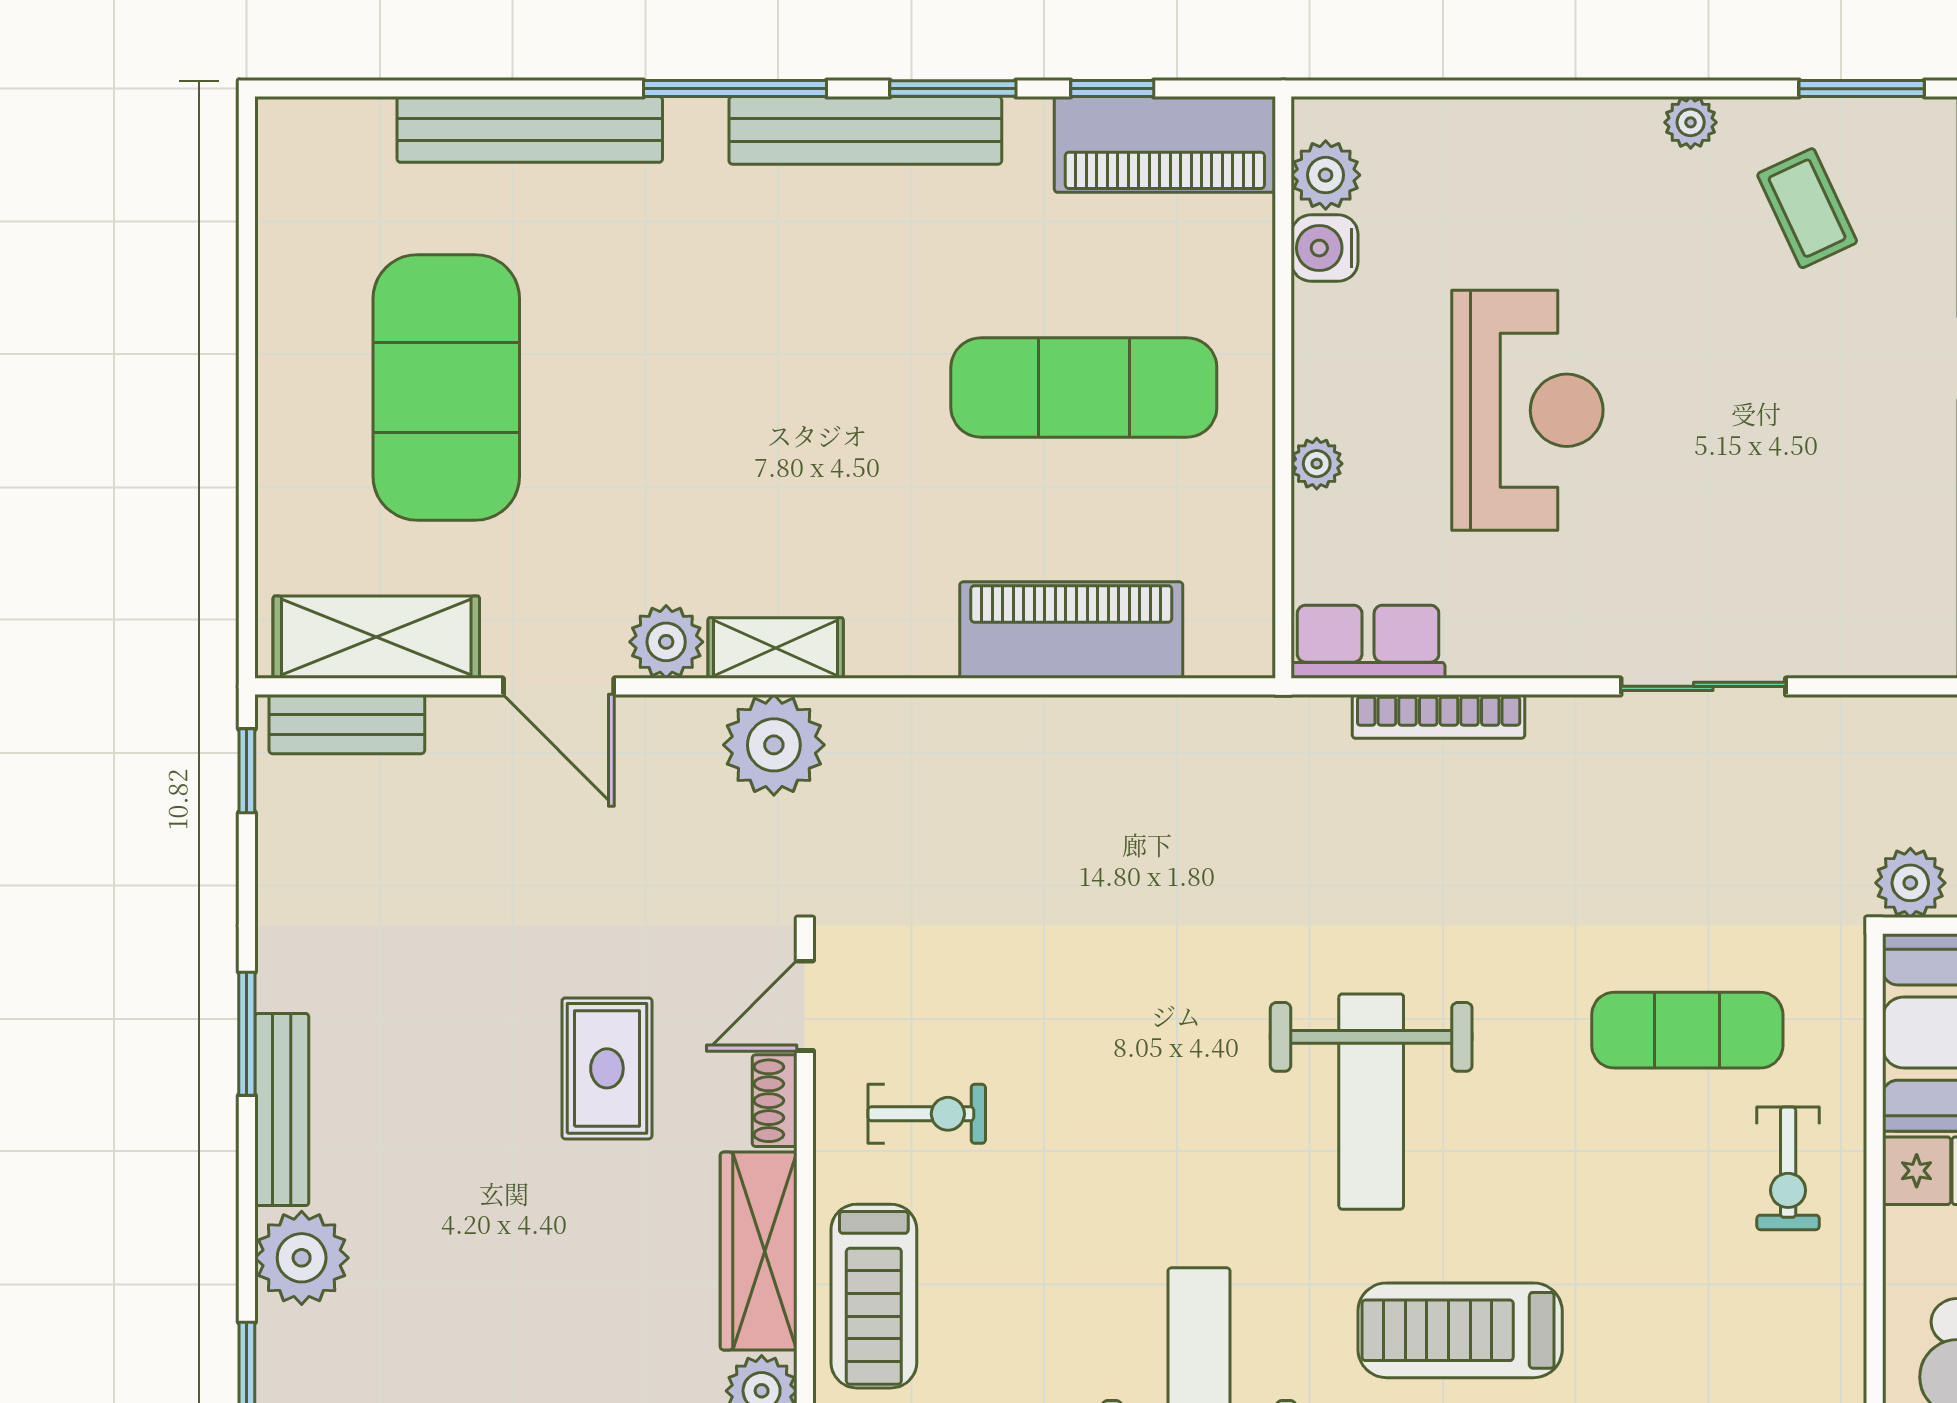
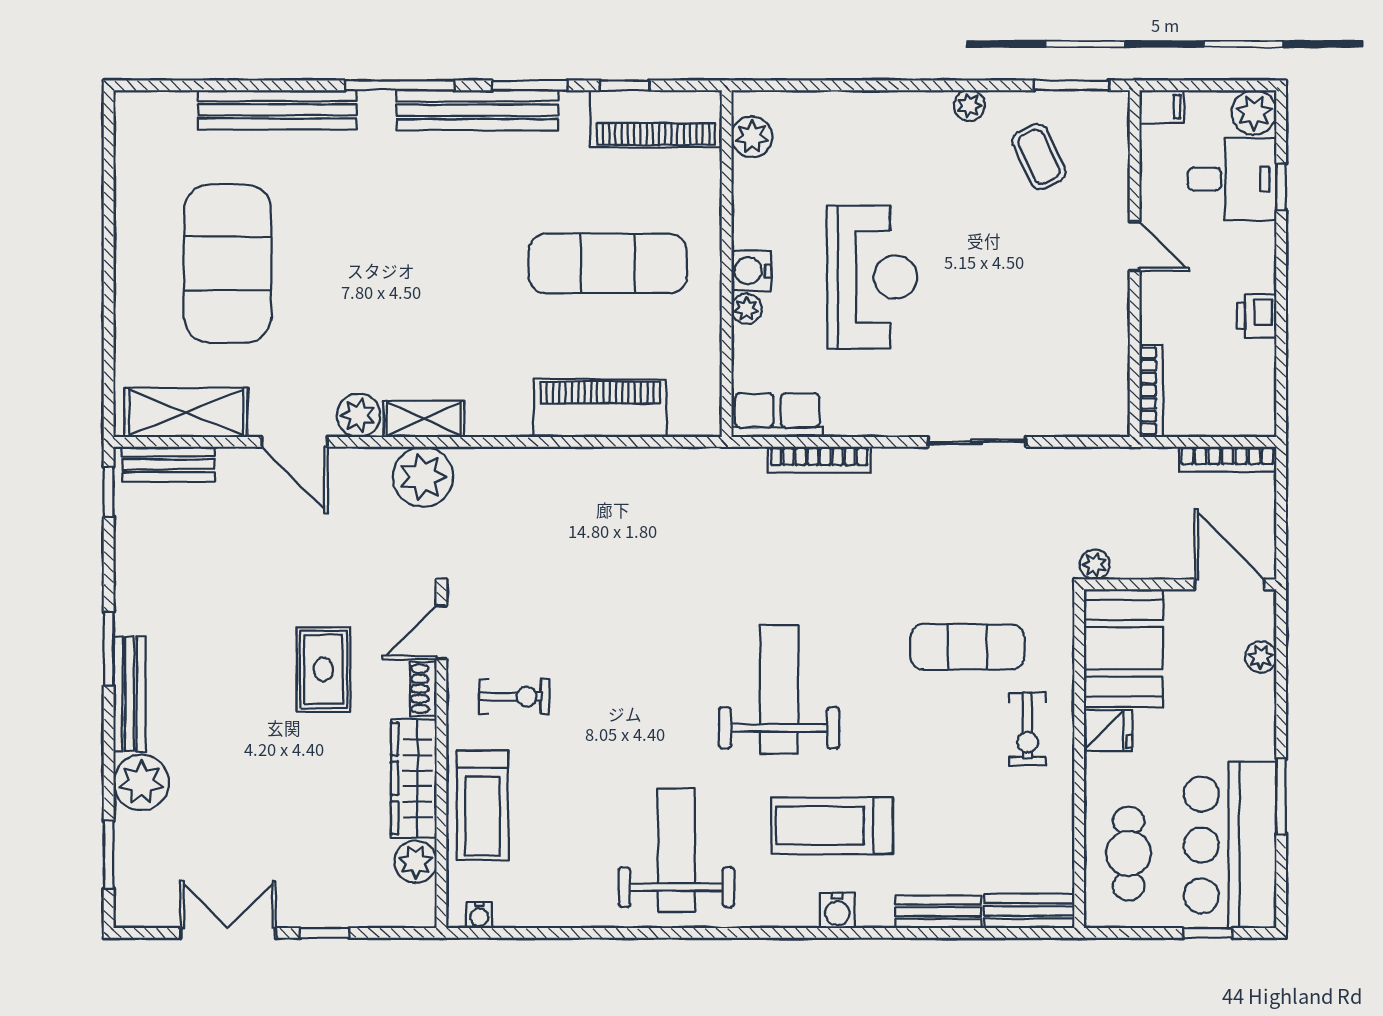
water cooler: (1325, 248) -> (751, 271), moved
plant: (1910, 883) -> (1095, 565), width x0.73, depth x0.73
weight bench: (1371, 1102) -> (779, 689), turned 180

